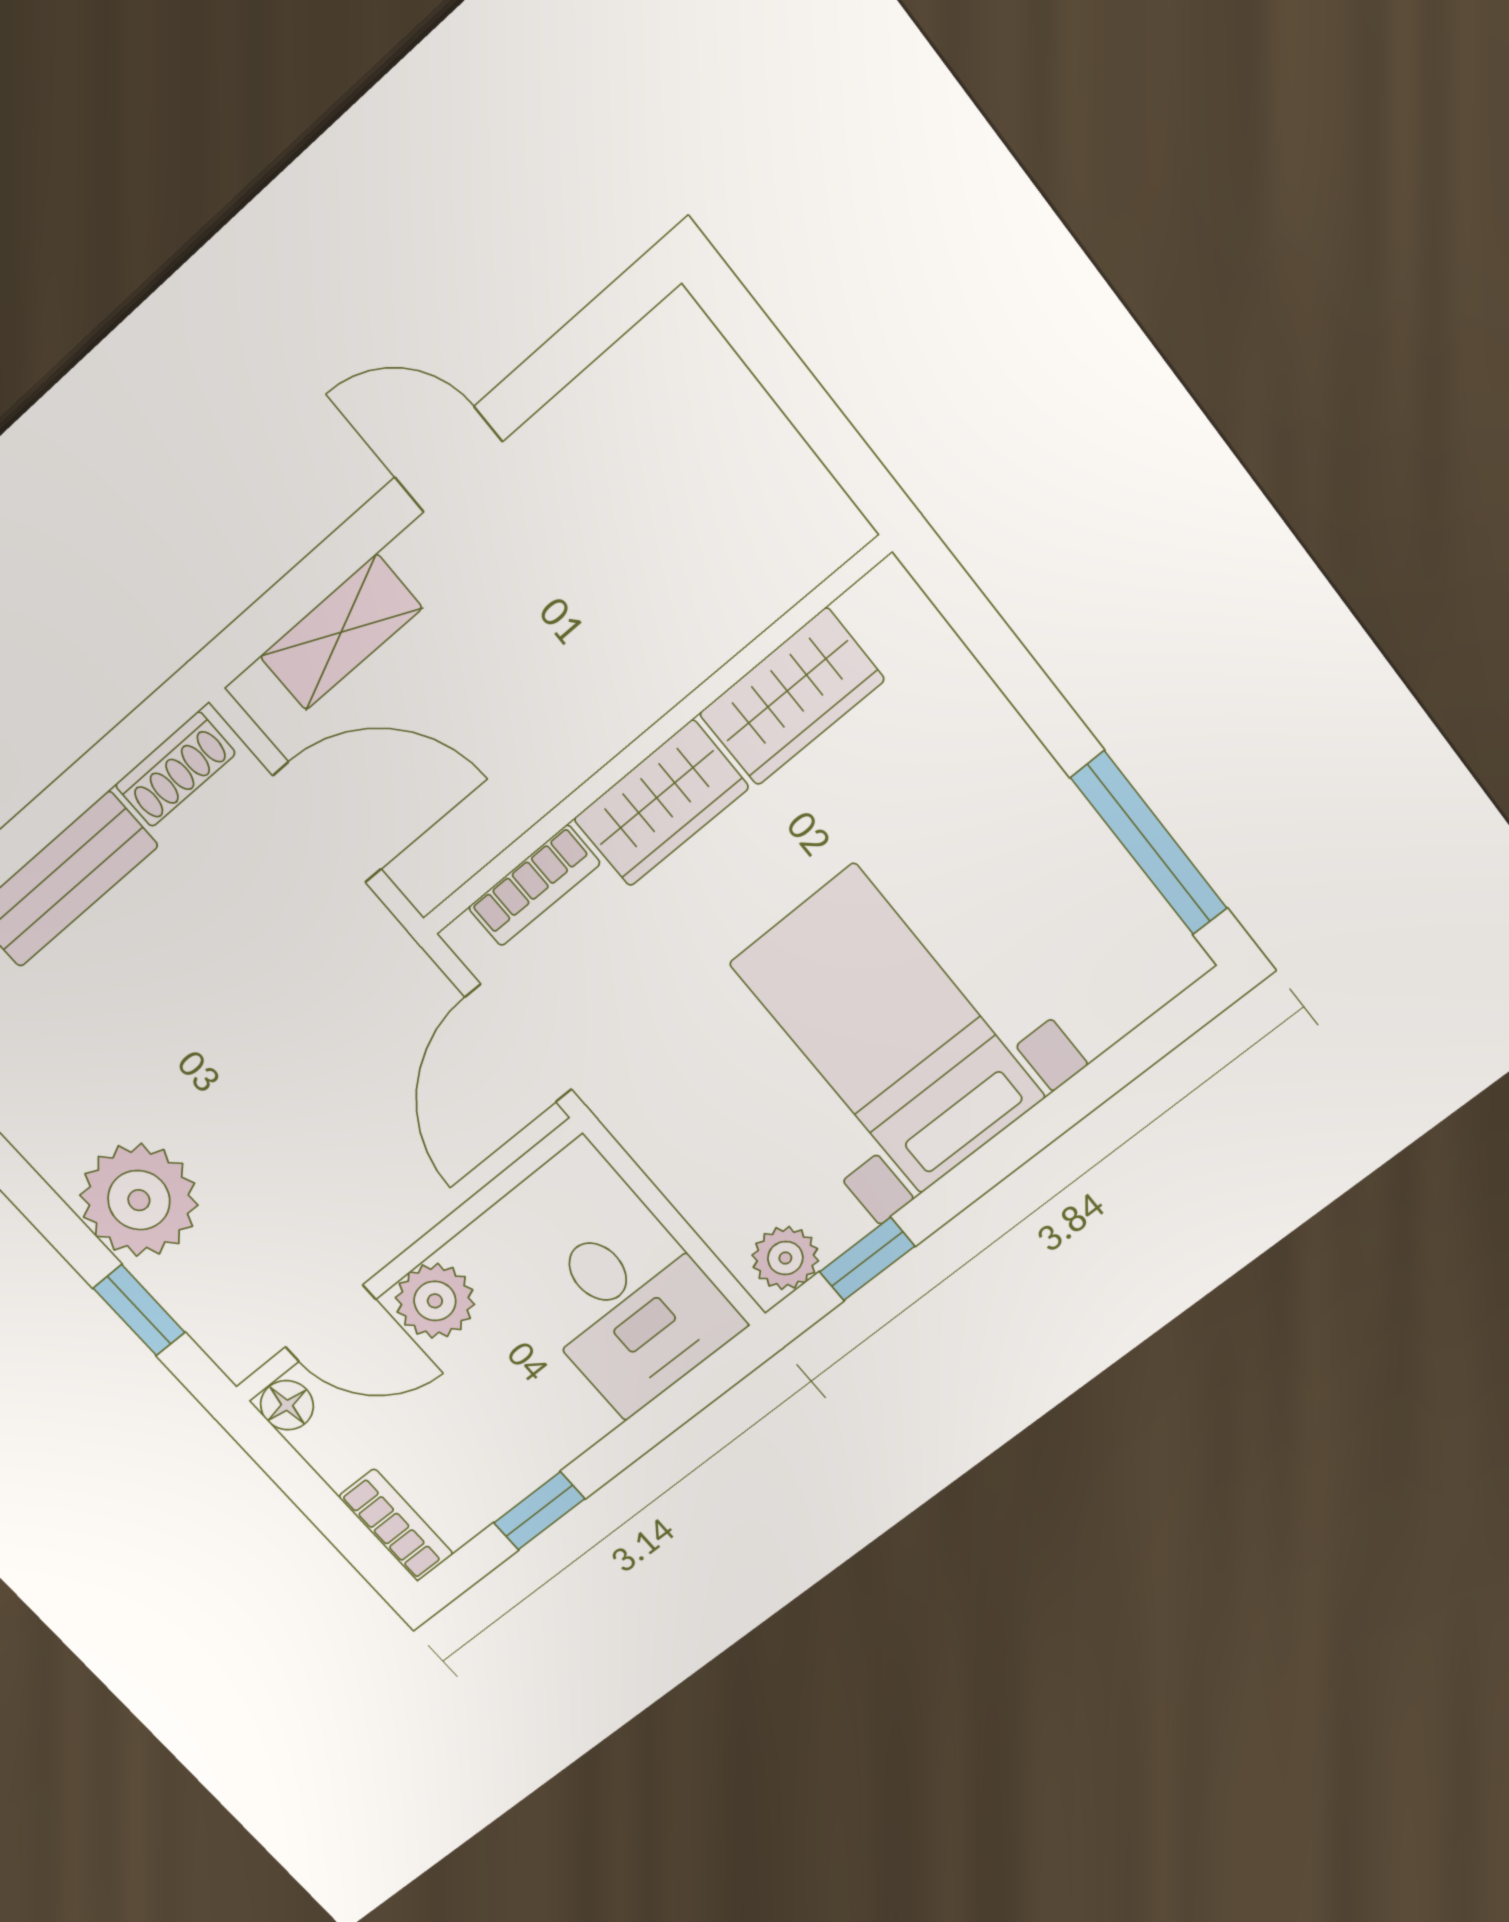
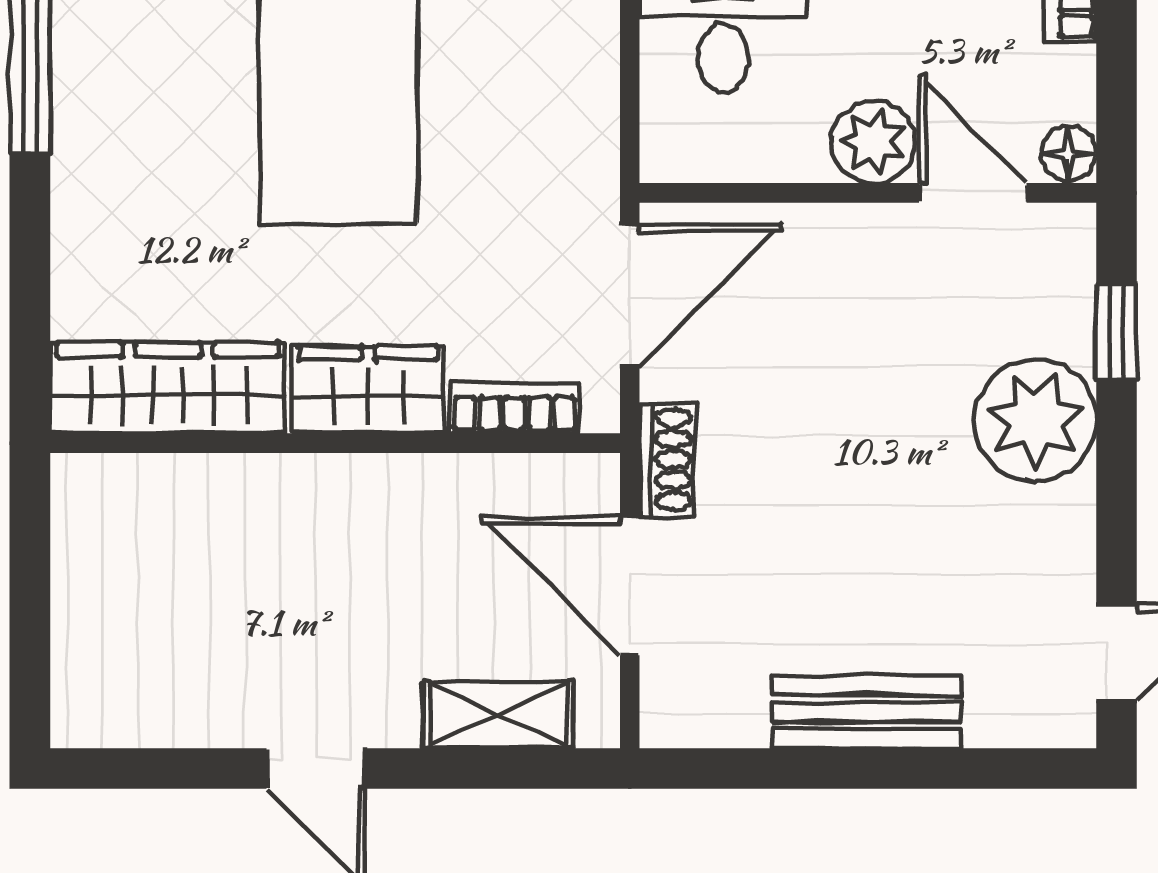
wardrobe: (792, 697) -> (168, 388), width x1.50
shoe rack: (175, 769) -> (667, 460), moved, turned 90

